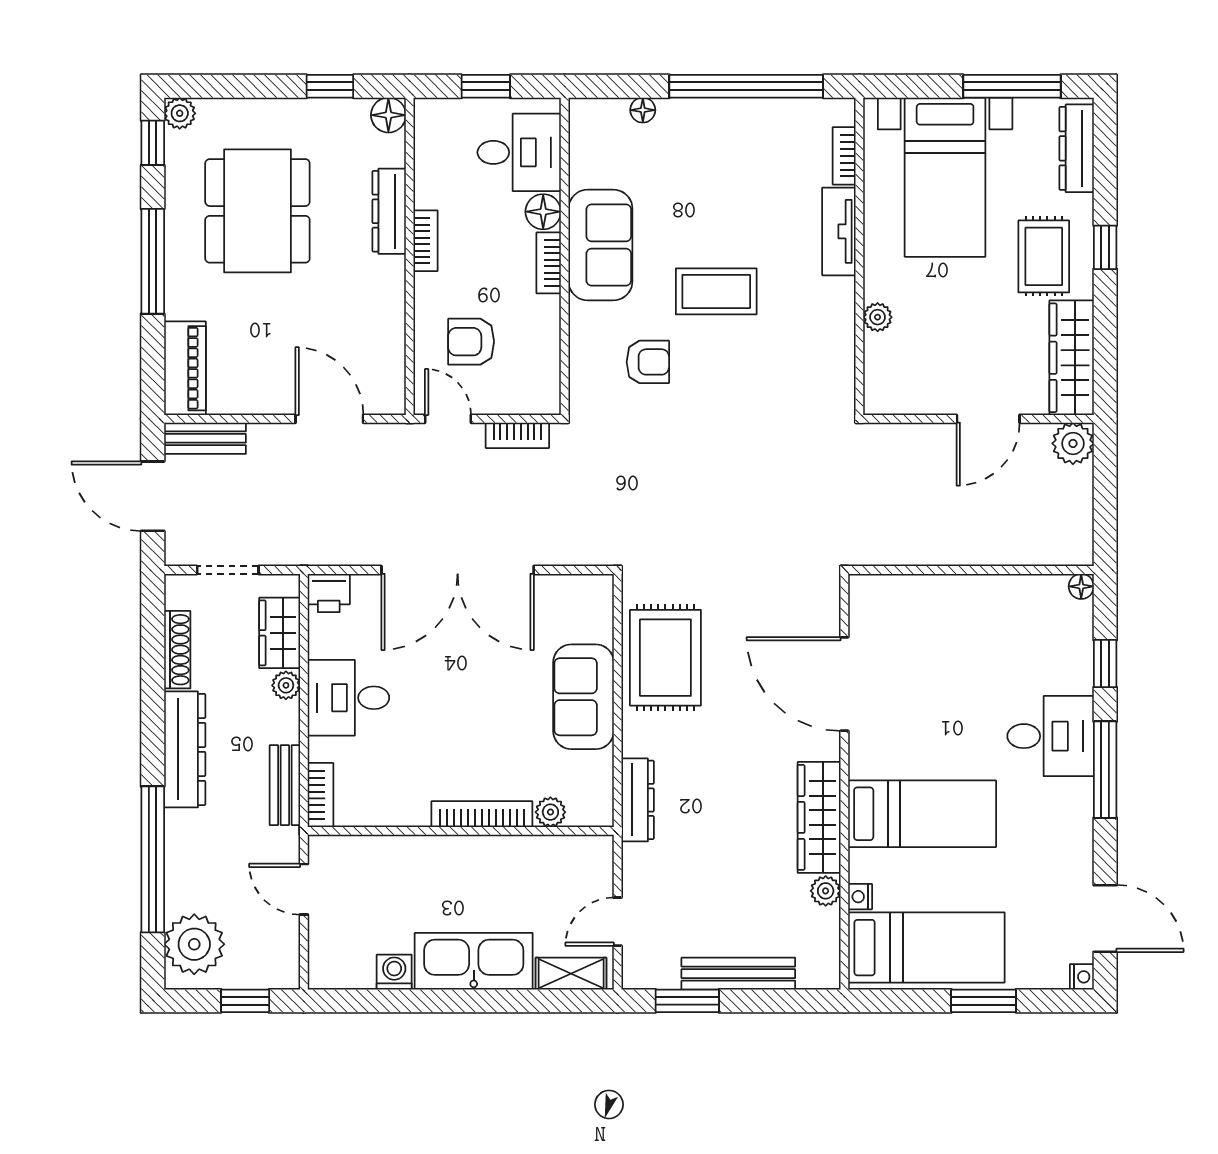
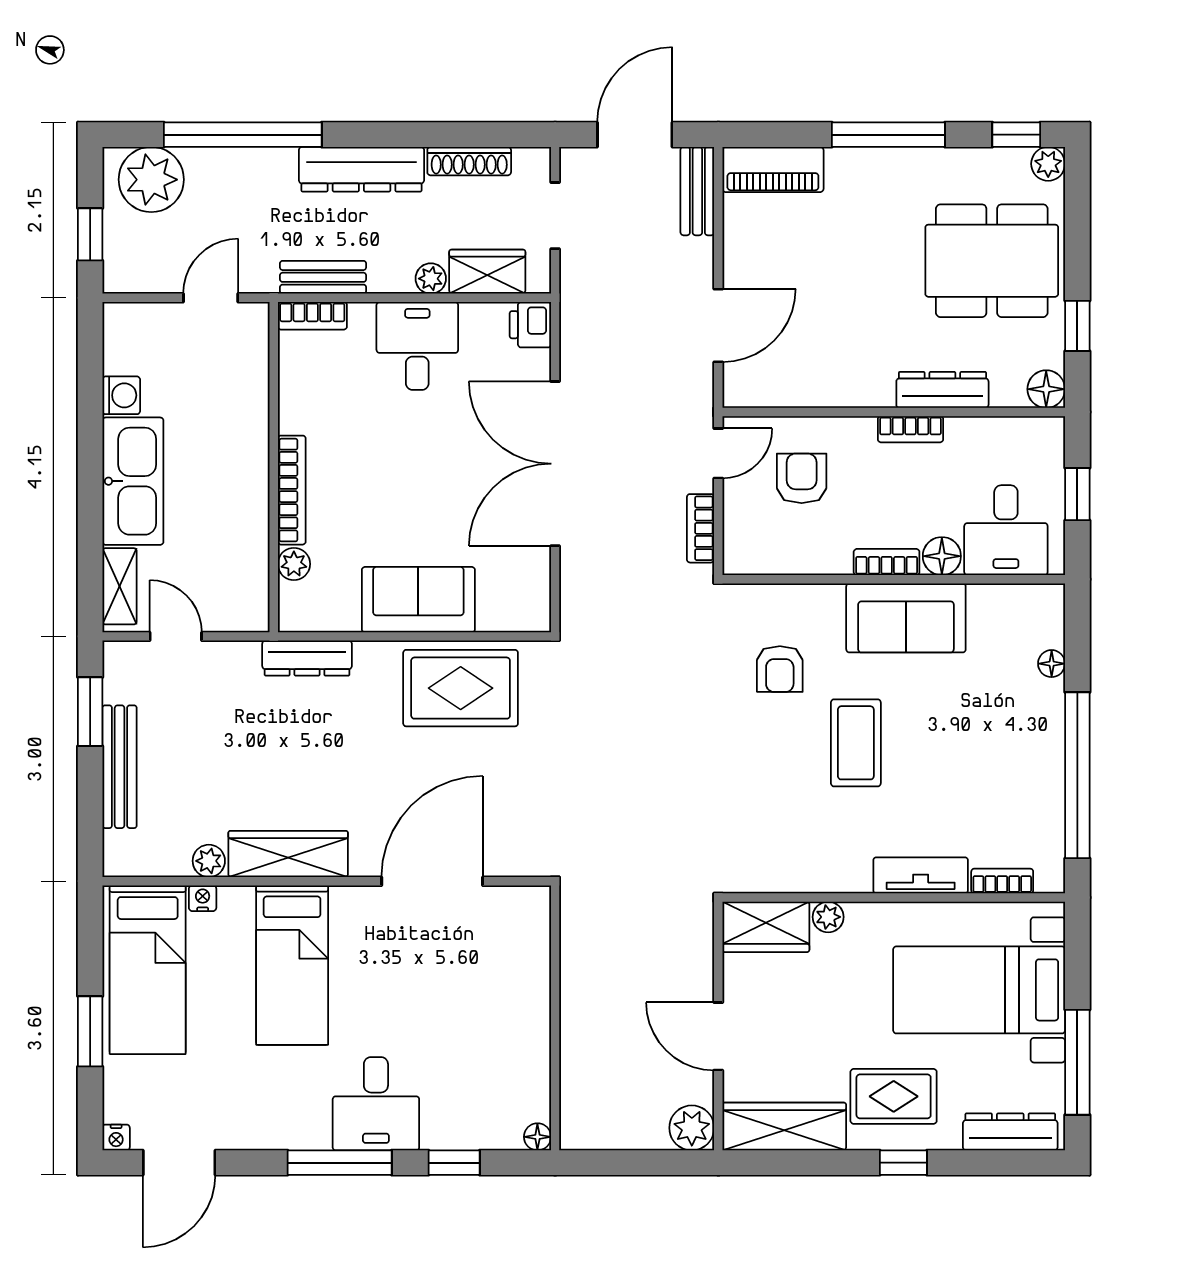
dining table: (257, 211) -> (992, 261), moved
wardrobe: (887, 375) -> (766, 927), added

